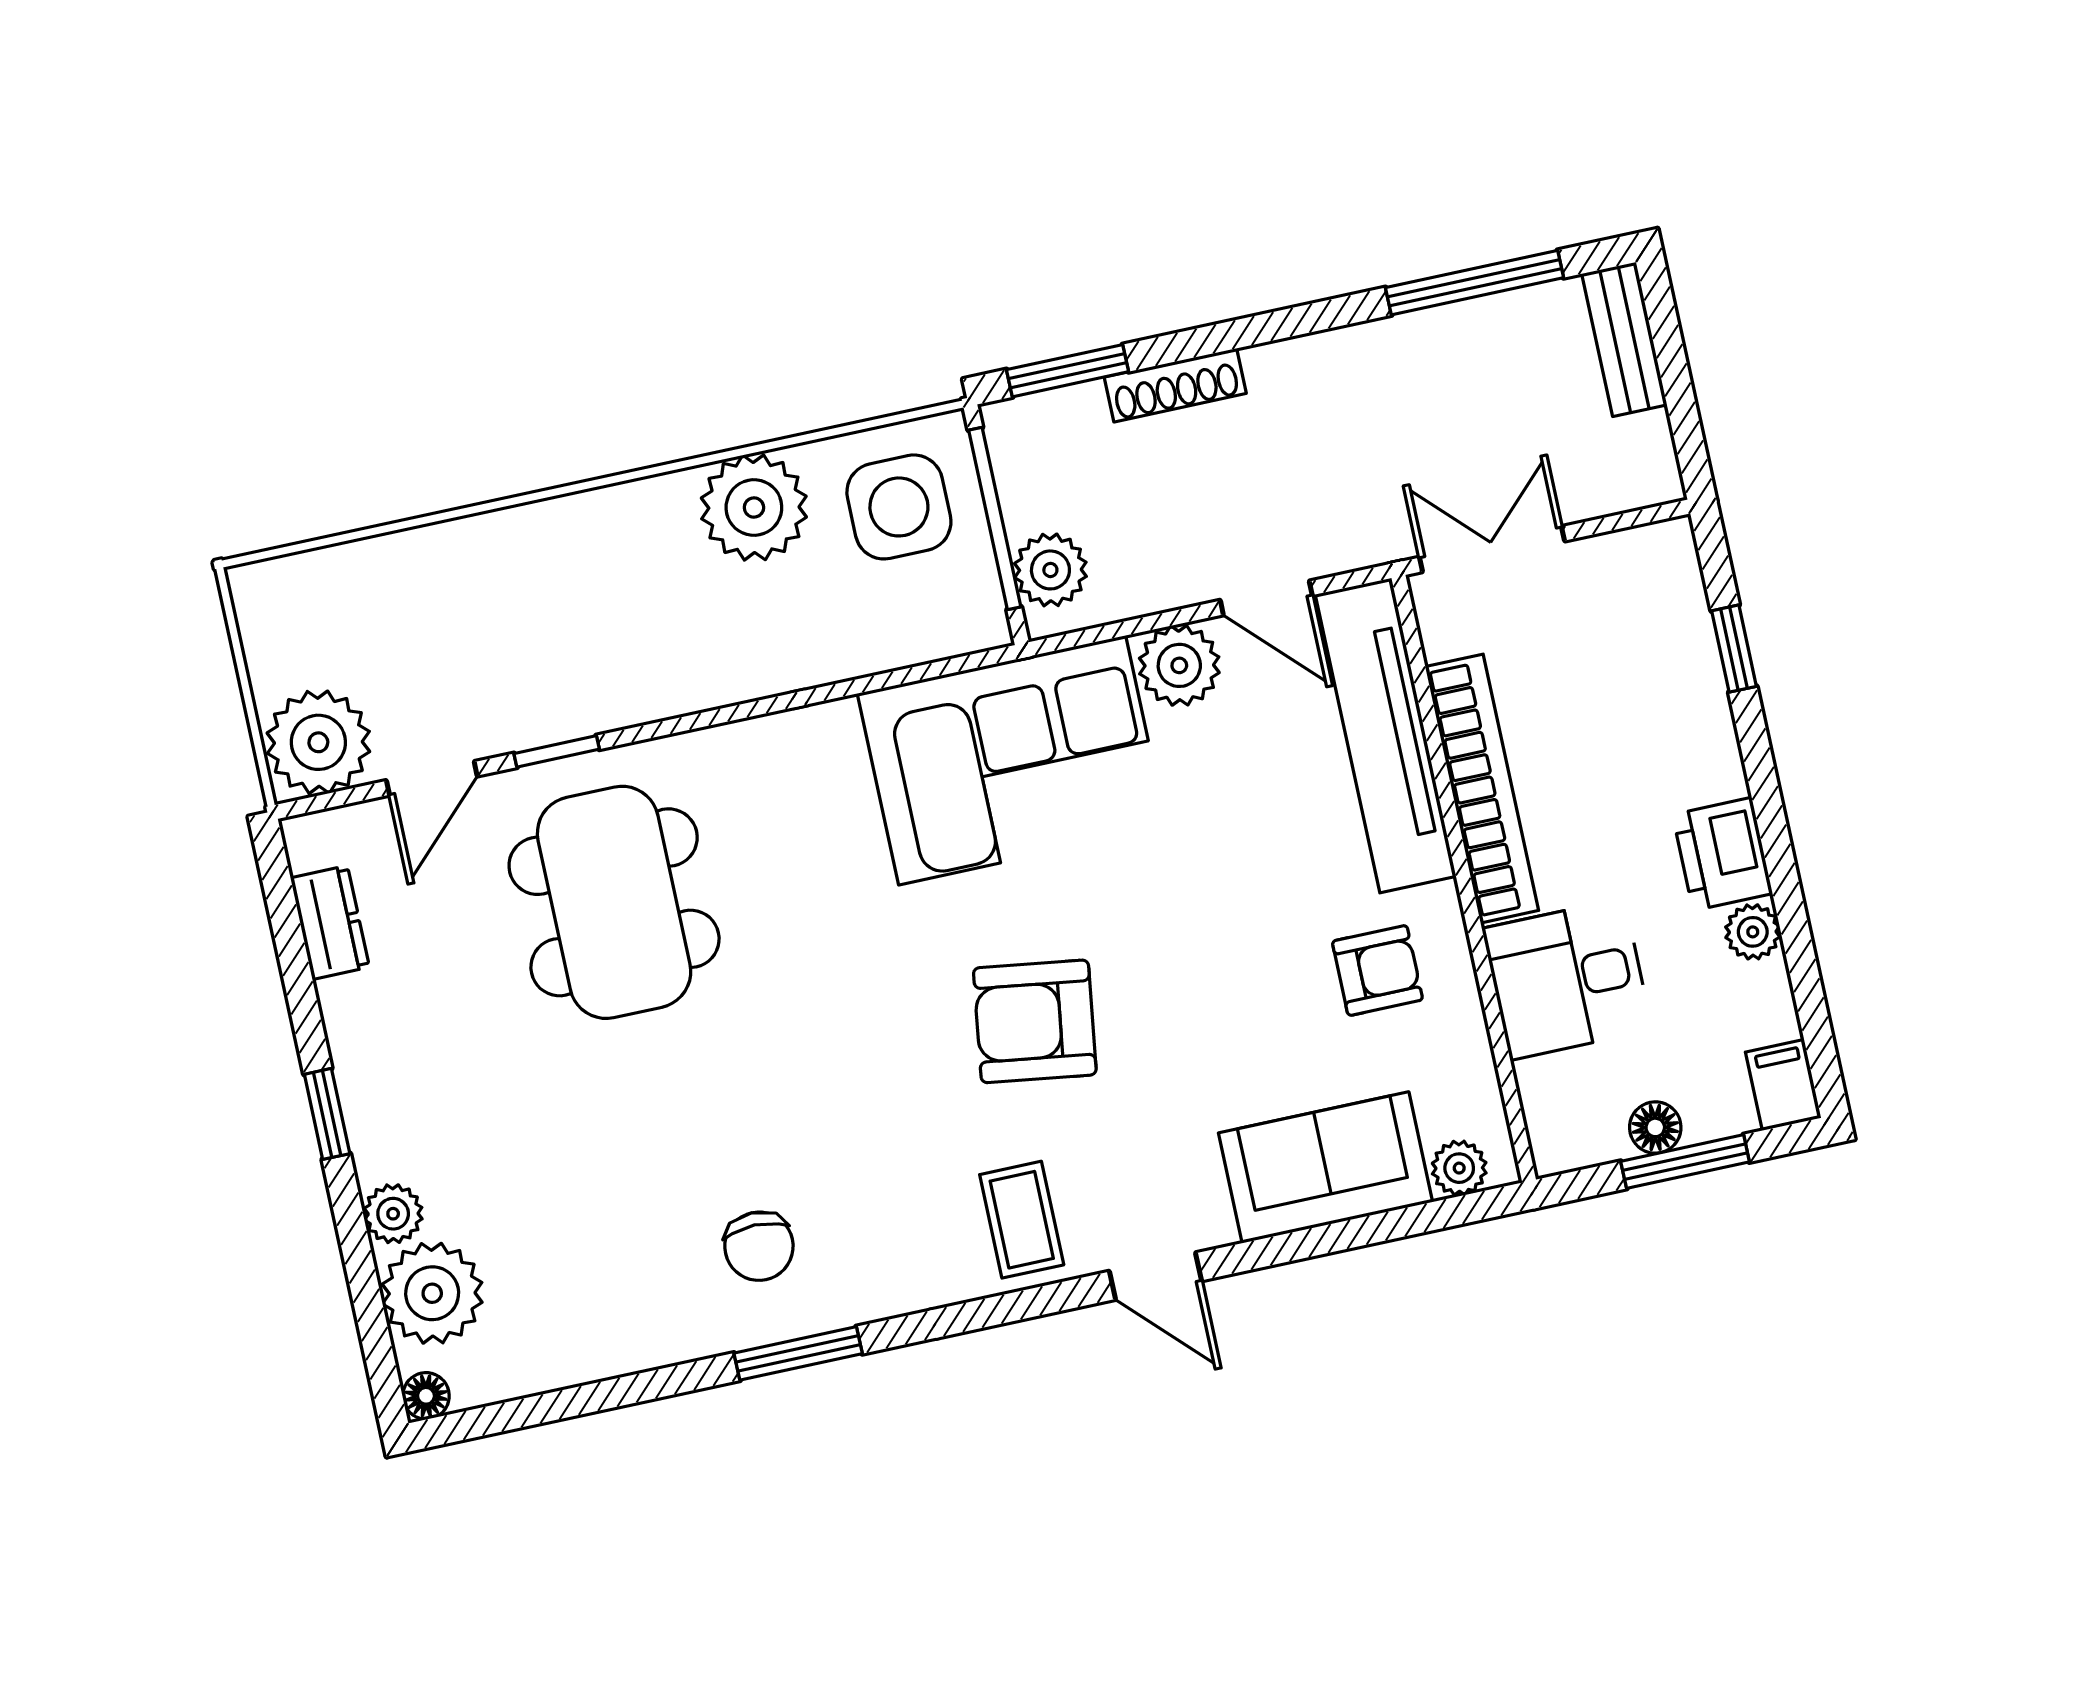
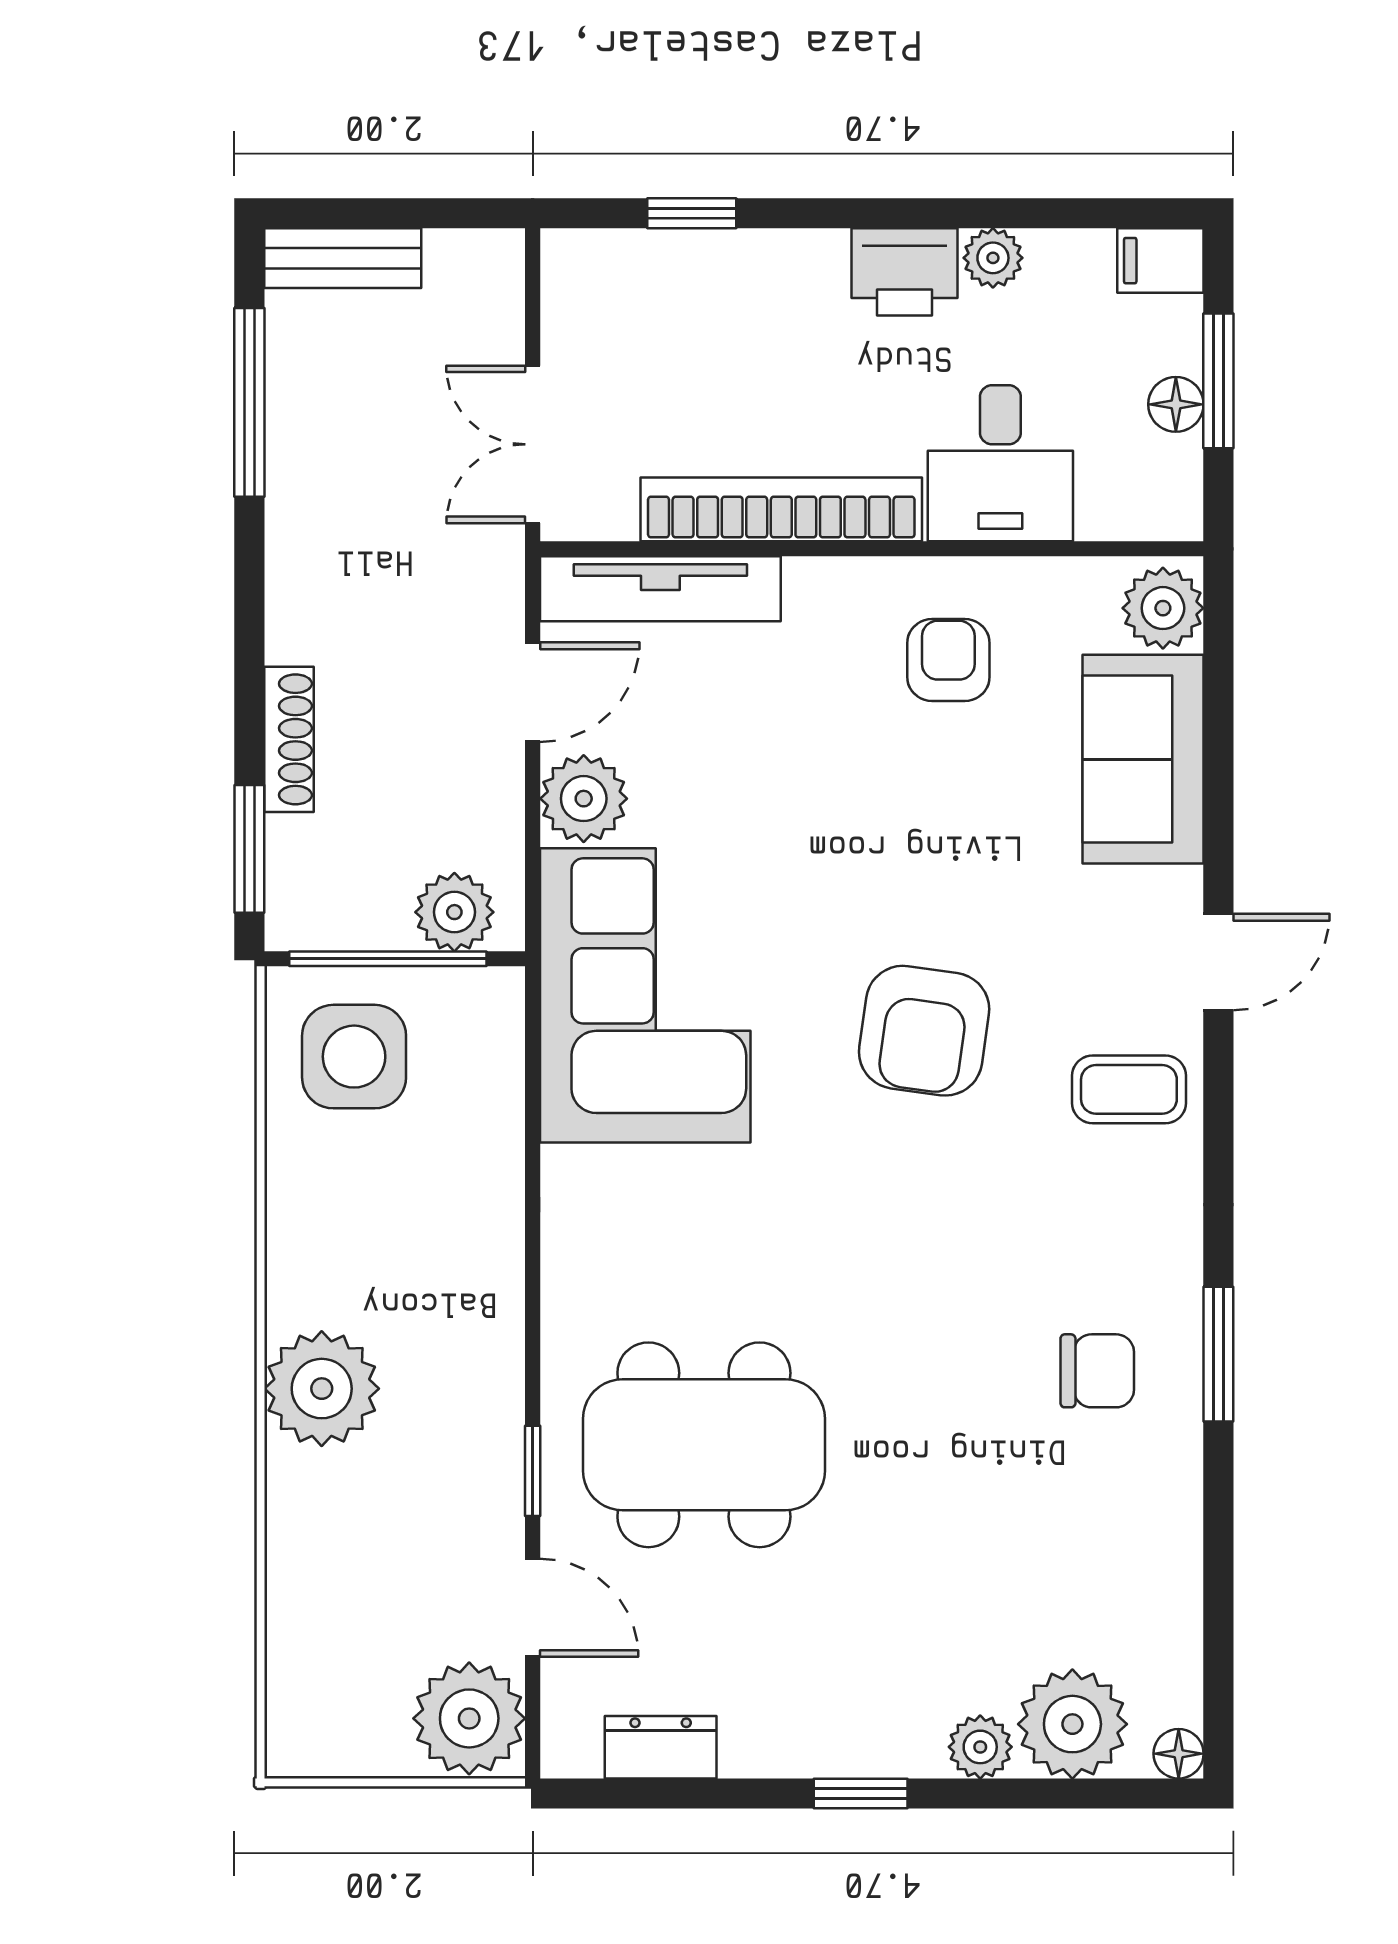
plant: (754, 508) -> (322, 1389), moved
tv unit: (1386, 735) -> (660, 589), width x0.73, depth x0.78
plant: (1459, 1168) -> (1163, 608), width x1.38, depth x1.38

